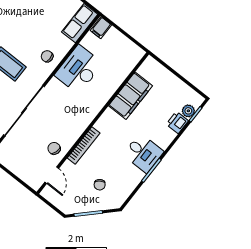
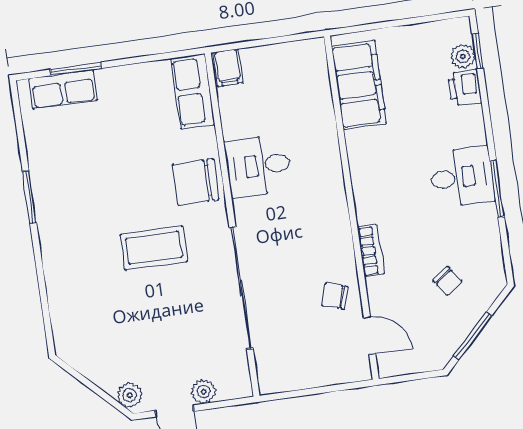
chair: (47, 56) -> (196, 182), width x1.87, depth x1.87
desk: (79, 69) -> (258, 166), width x0.73
filing cabinet: (130, 96) -> (359, 85), moved
bookcase: (84, 145) -> (371, 251), width x0.64

